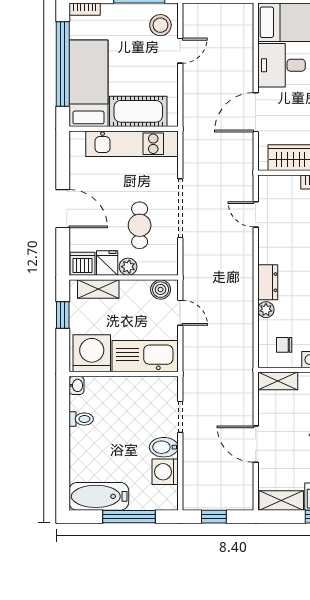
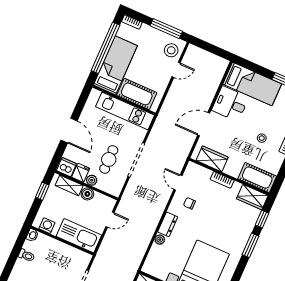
boiler: (161, 290) -> (87, 194), moved
door: (180, 313) -> (110, 220), hinge flipped
chair: (284, 345) -> (189, 203), moved
washing machine: (92, 353) -> (47, 226), width x0.53, depth x0.53

